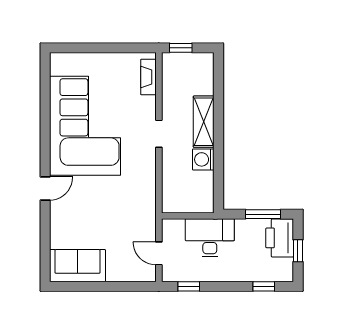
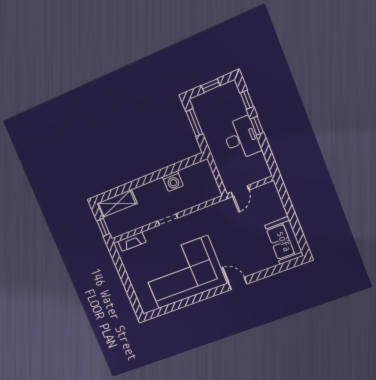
shelving: (204, 122) -> (117, 204), moved
desk: (210, 238) -> (242, 138), moved, turned 180
printer: (280, 238) -> (207, 103), removed
door: (159, 253) -> (240, 191), moved
window: (189, 286) -> (257, 126), moved

